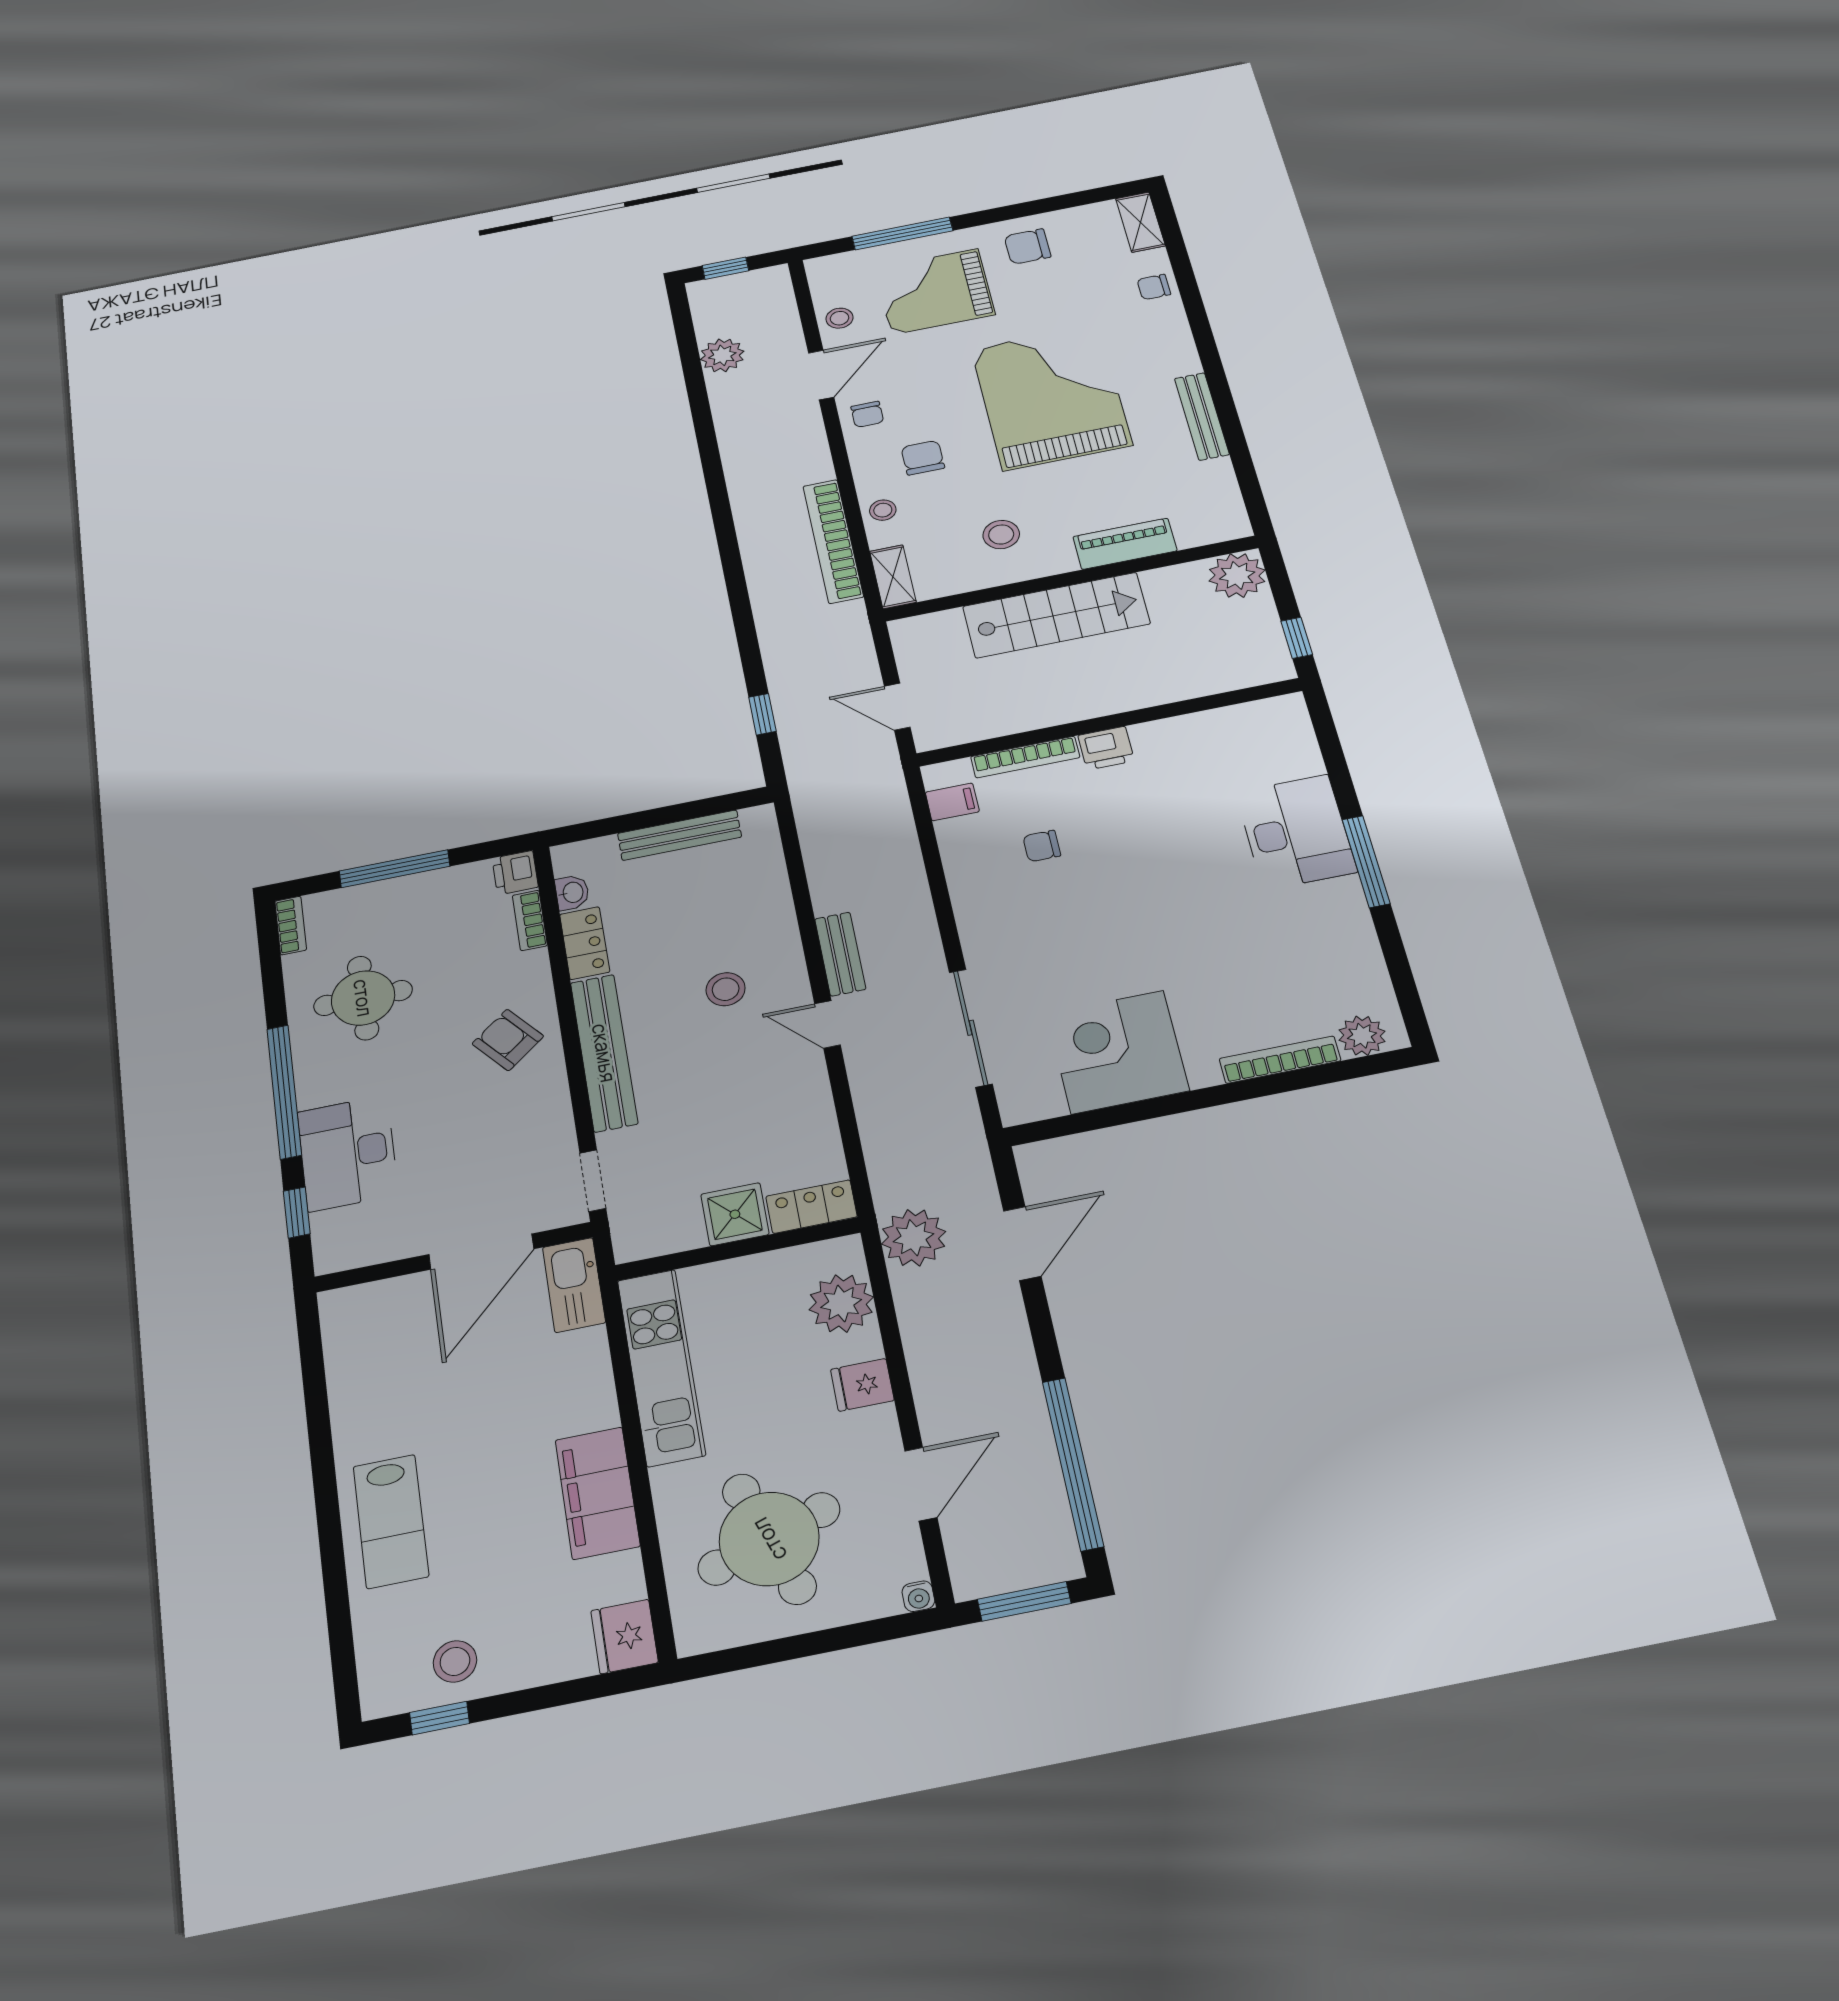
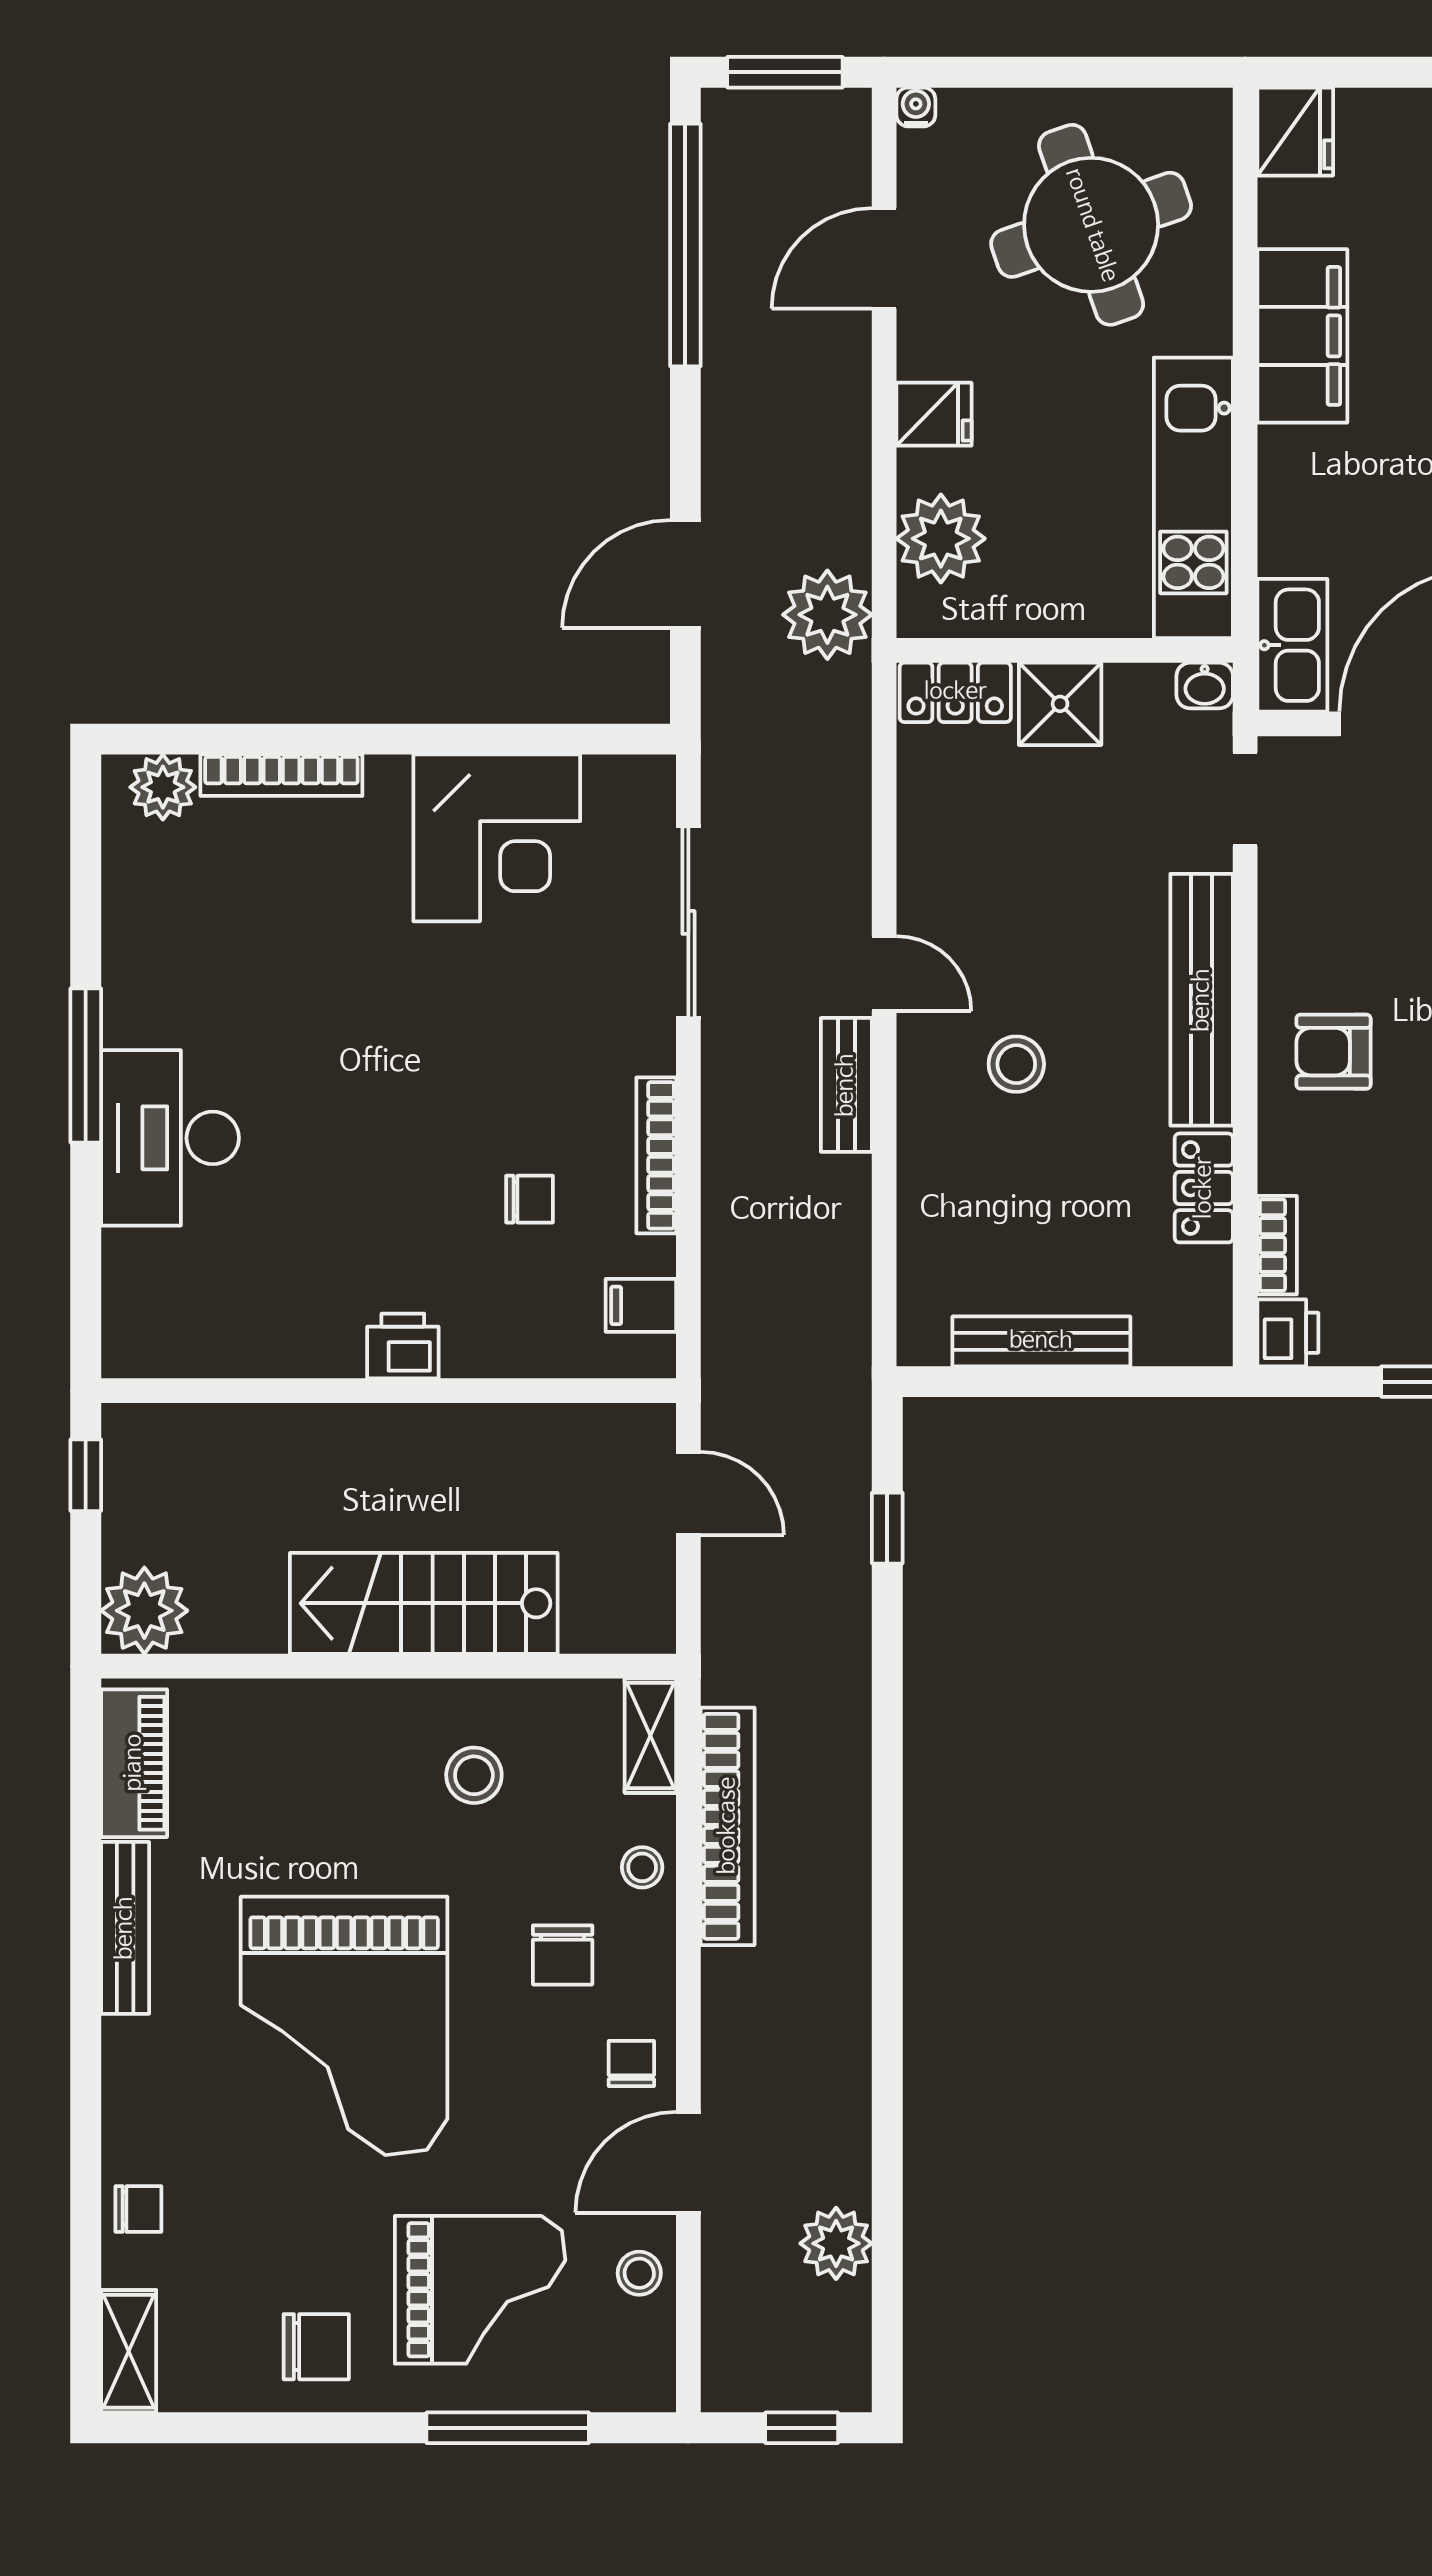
piano: (1125, 544) -> (134, 1763), moved, turned -90
bookcase: (1025, 757) -> (656, 1155), moved, turned -90
washbasin: (572, 892) -> (1205, 686), moved, turned -90
armchair: (508, 1040) -> (1334, 1052), turned 129

